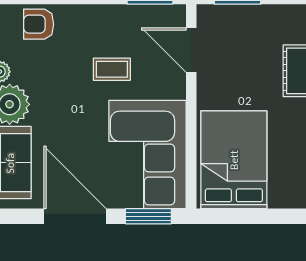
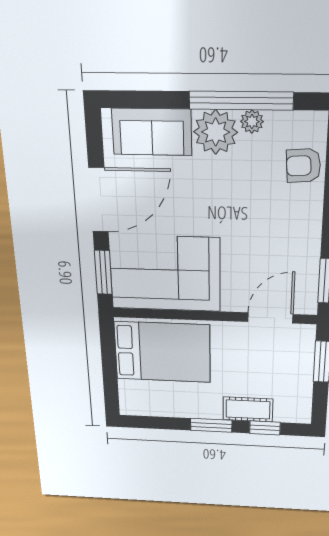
armchair: (39, 24) -> (303, 166), turned -94
coffee table: (112, 69) -> (252, 241), removed

